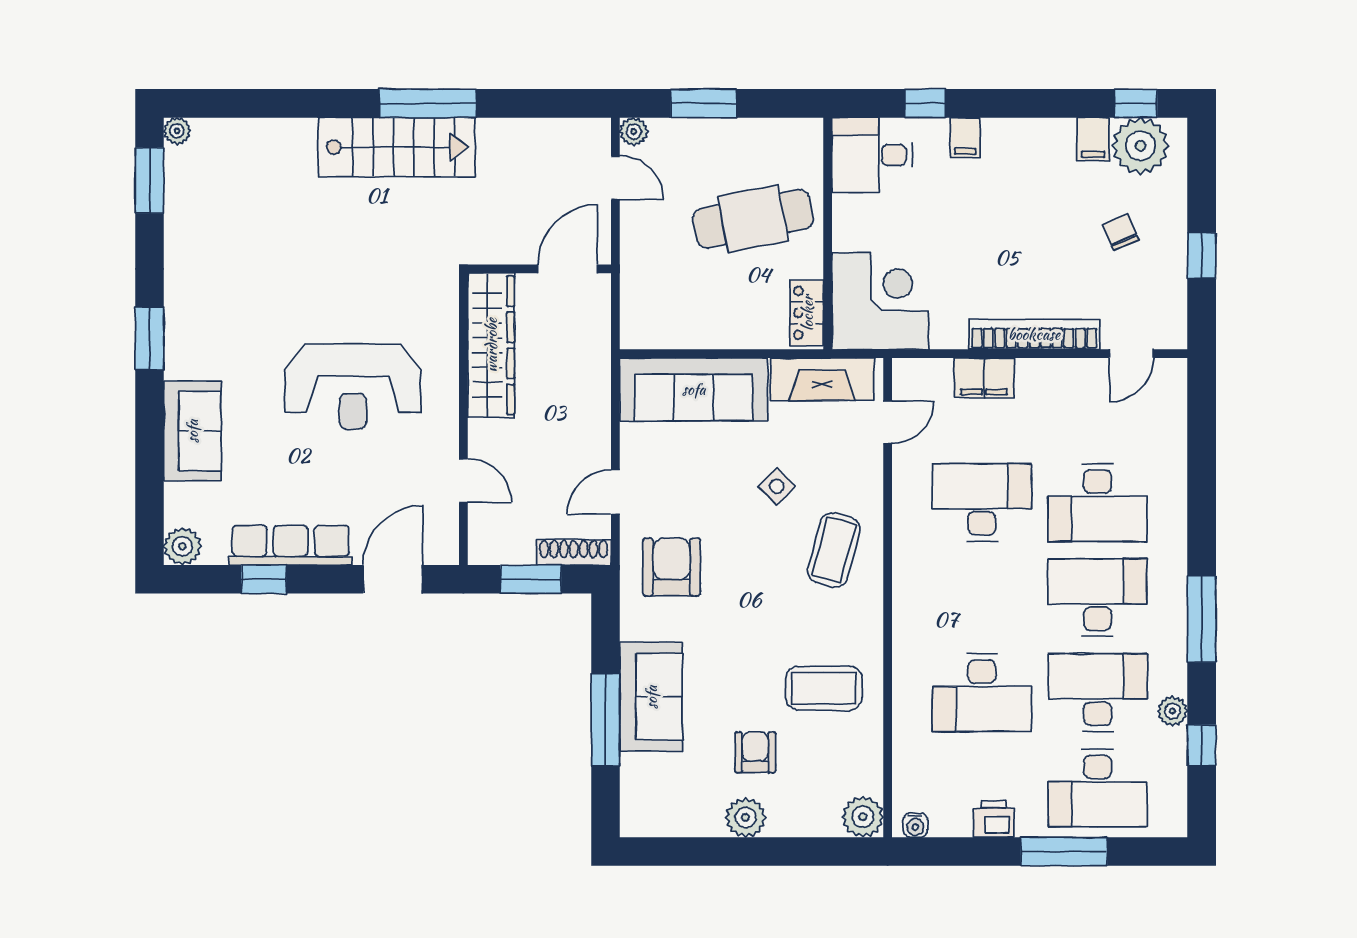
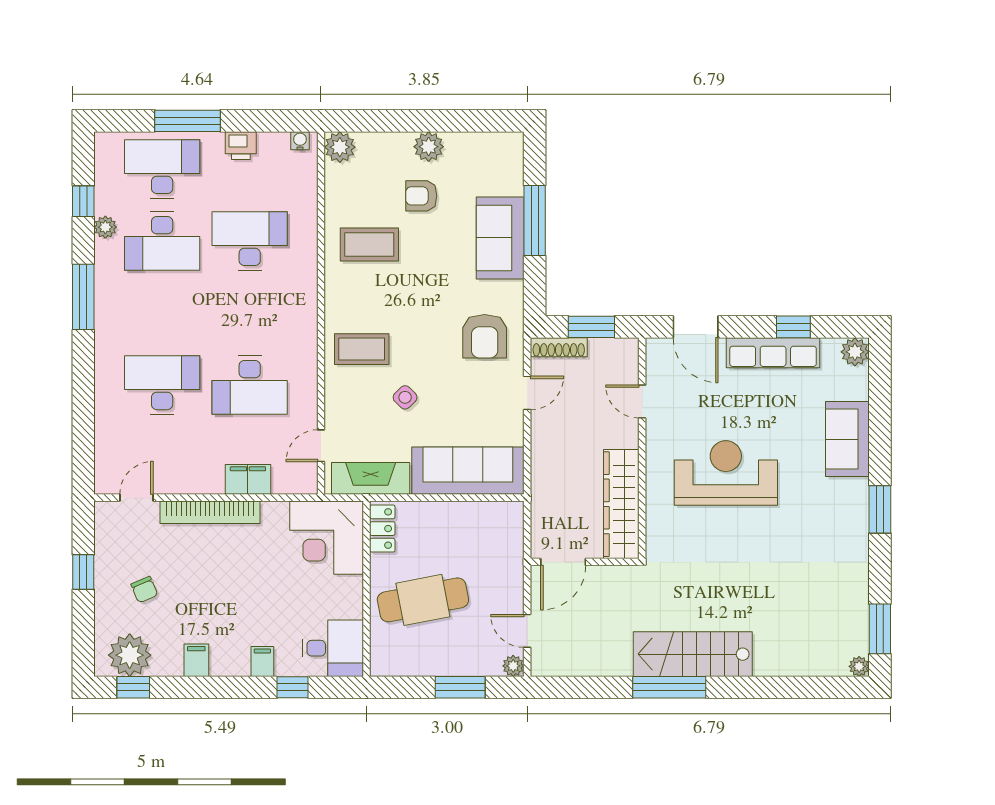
filing cabinet: (1093, 139) -> (196, 660), moved
coffee table: (834, 550) -> (362, 349), turned 75
door: (393, 579) -> (696, 327), hinge flipped
desk: (1098, 598) -> (162, 313), removed
armchair: (755, 752) -> (421, 196), turned 90

